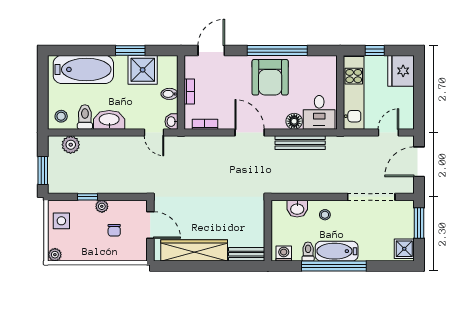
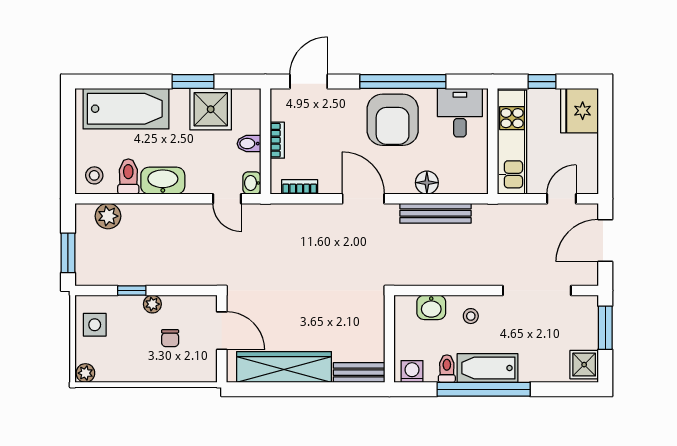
desk: (319, 112) -> (460, 113), moved, turned 180

